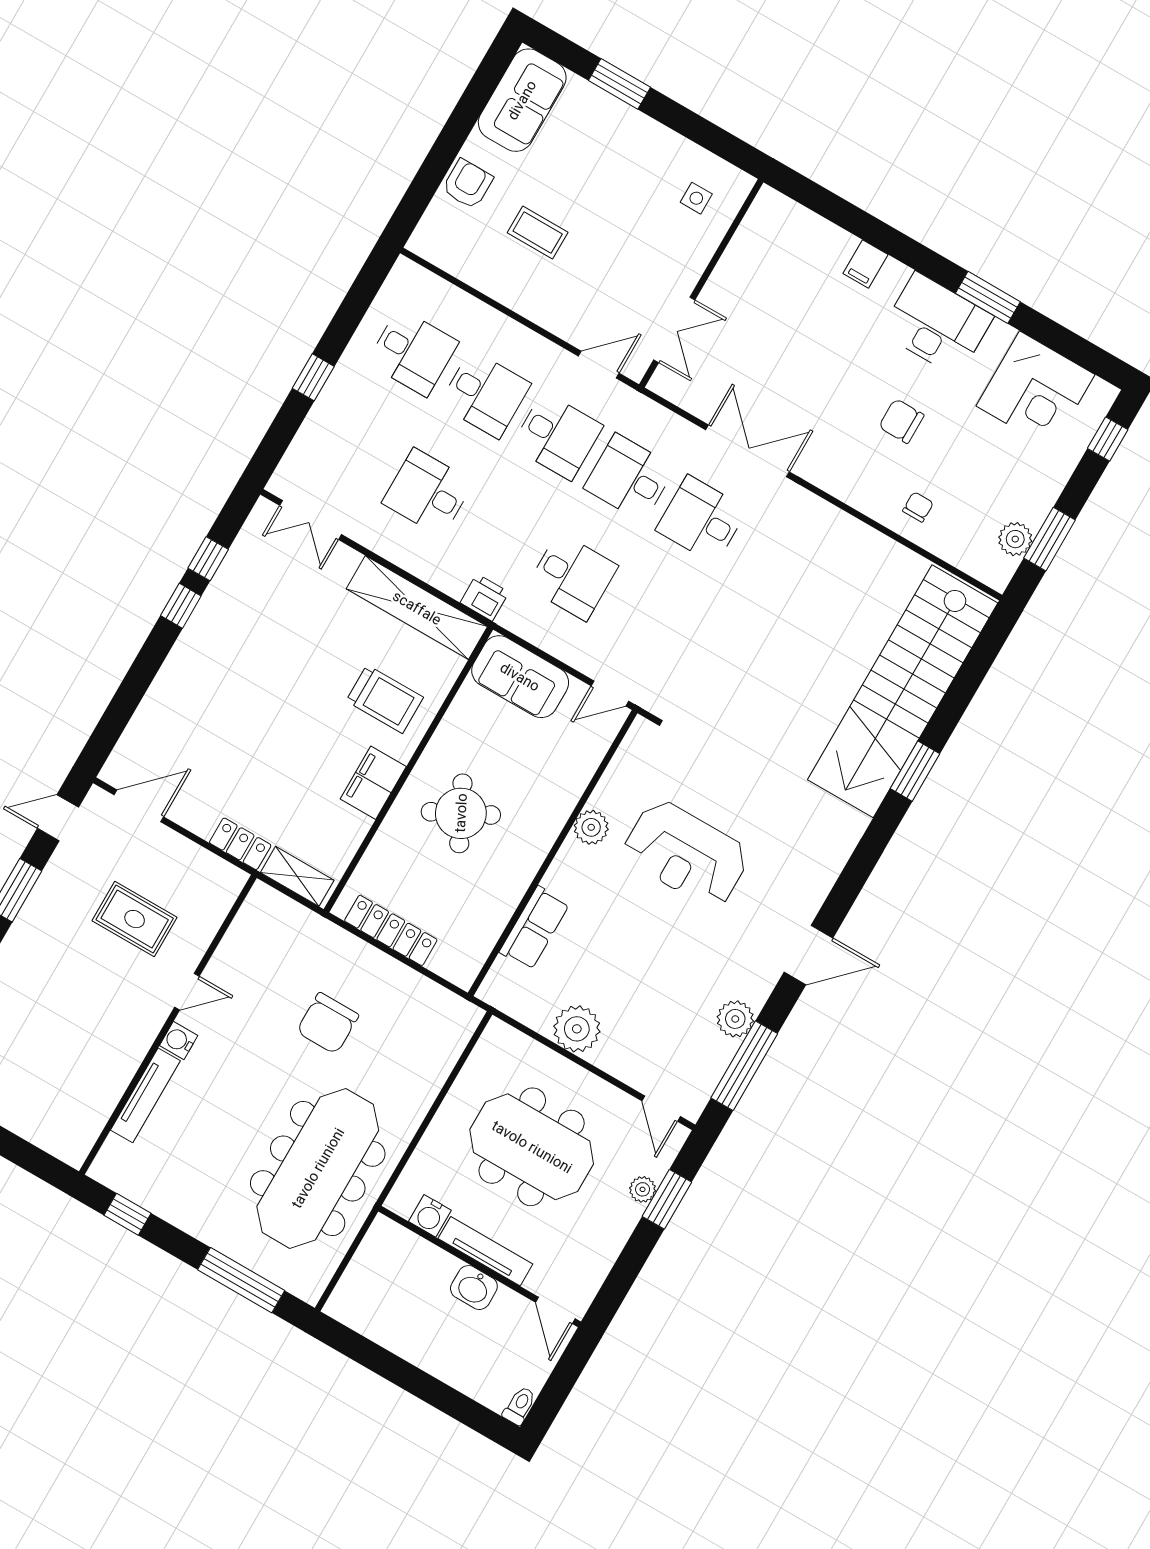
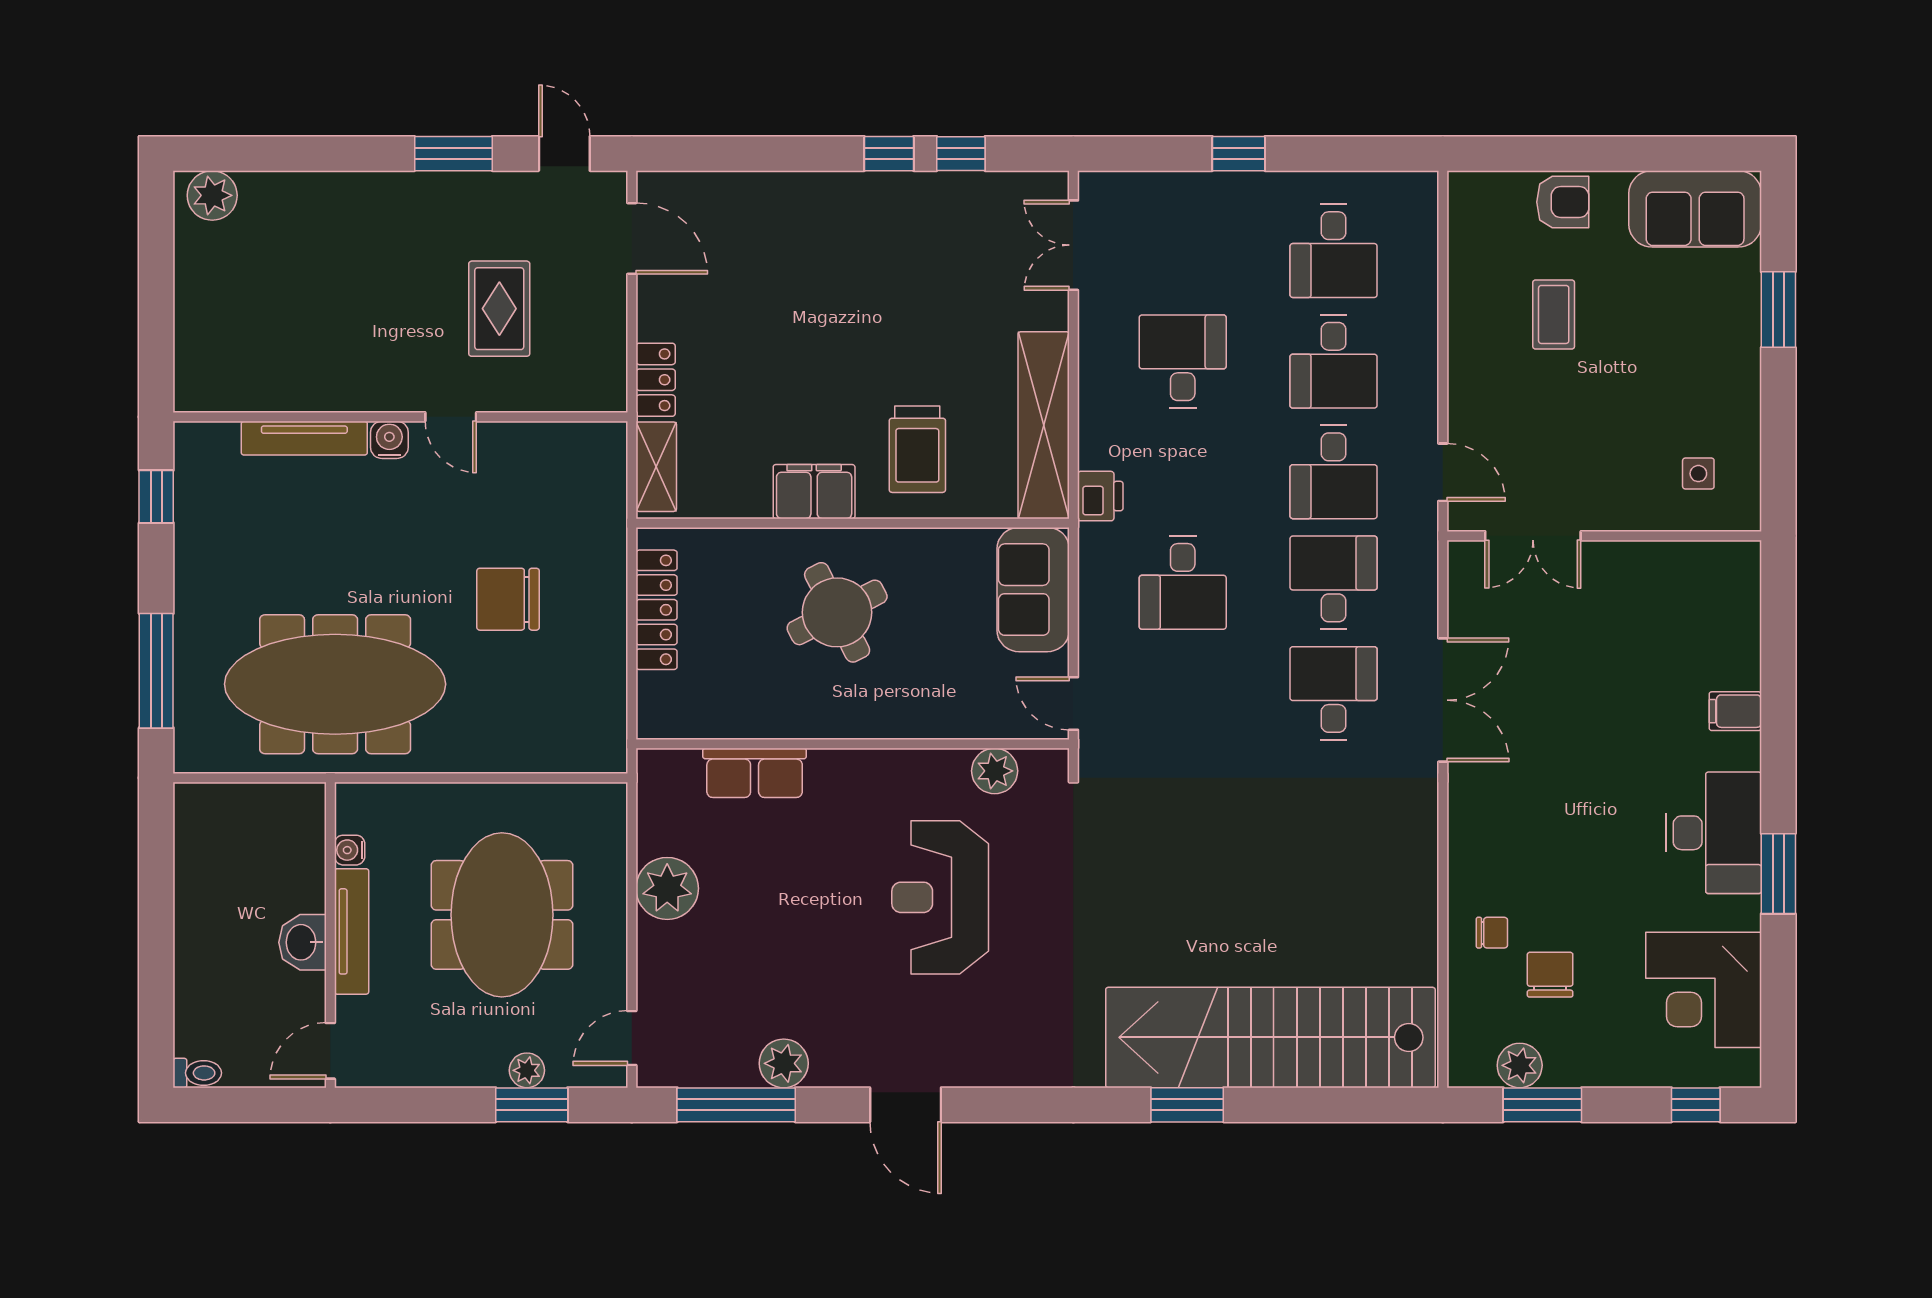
chair: (901, 421) -> (1550, 975), moved
plant: (591, 827) -> (995, 771), moved
water cooler: (430, 1216) -> (350, 850), width x0.72, depth x0.72

